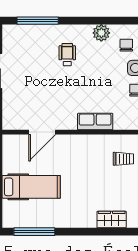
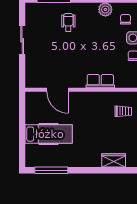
wheelchair: (67, 55) -> (68, 22), moved
door: (42, 132) -> (58, 90), hinge flipped

